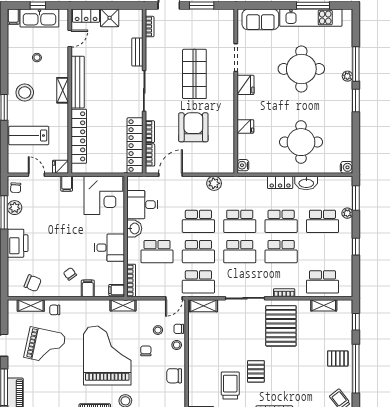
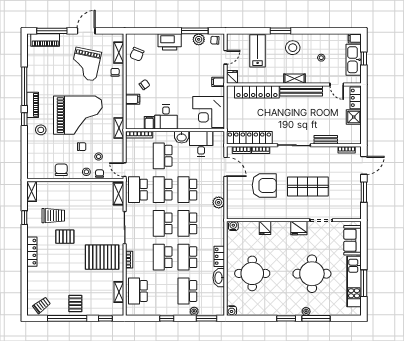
filing cabinet: (117, 290) -> (149, 123), moved

